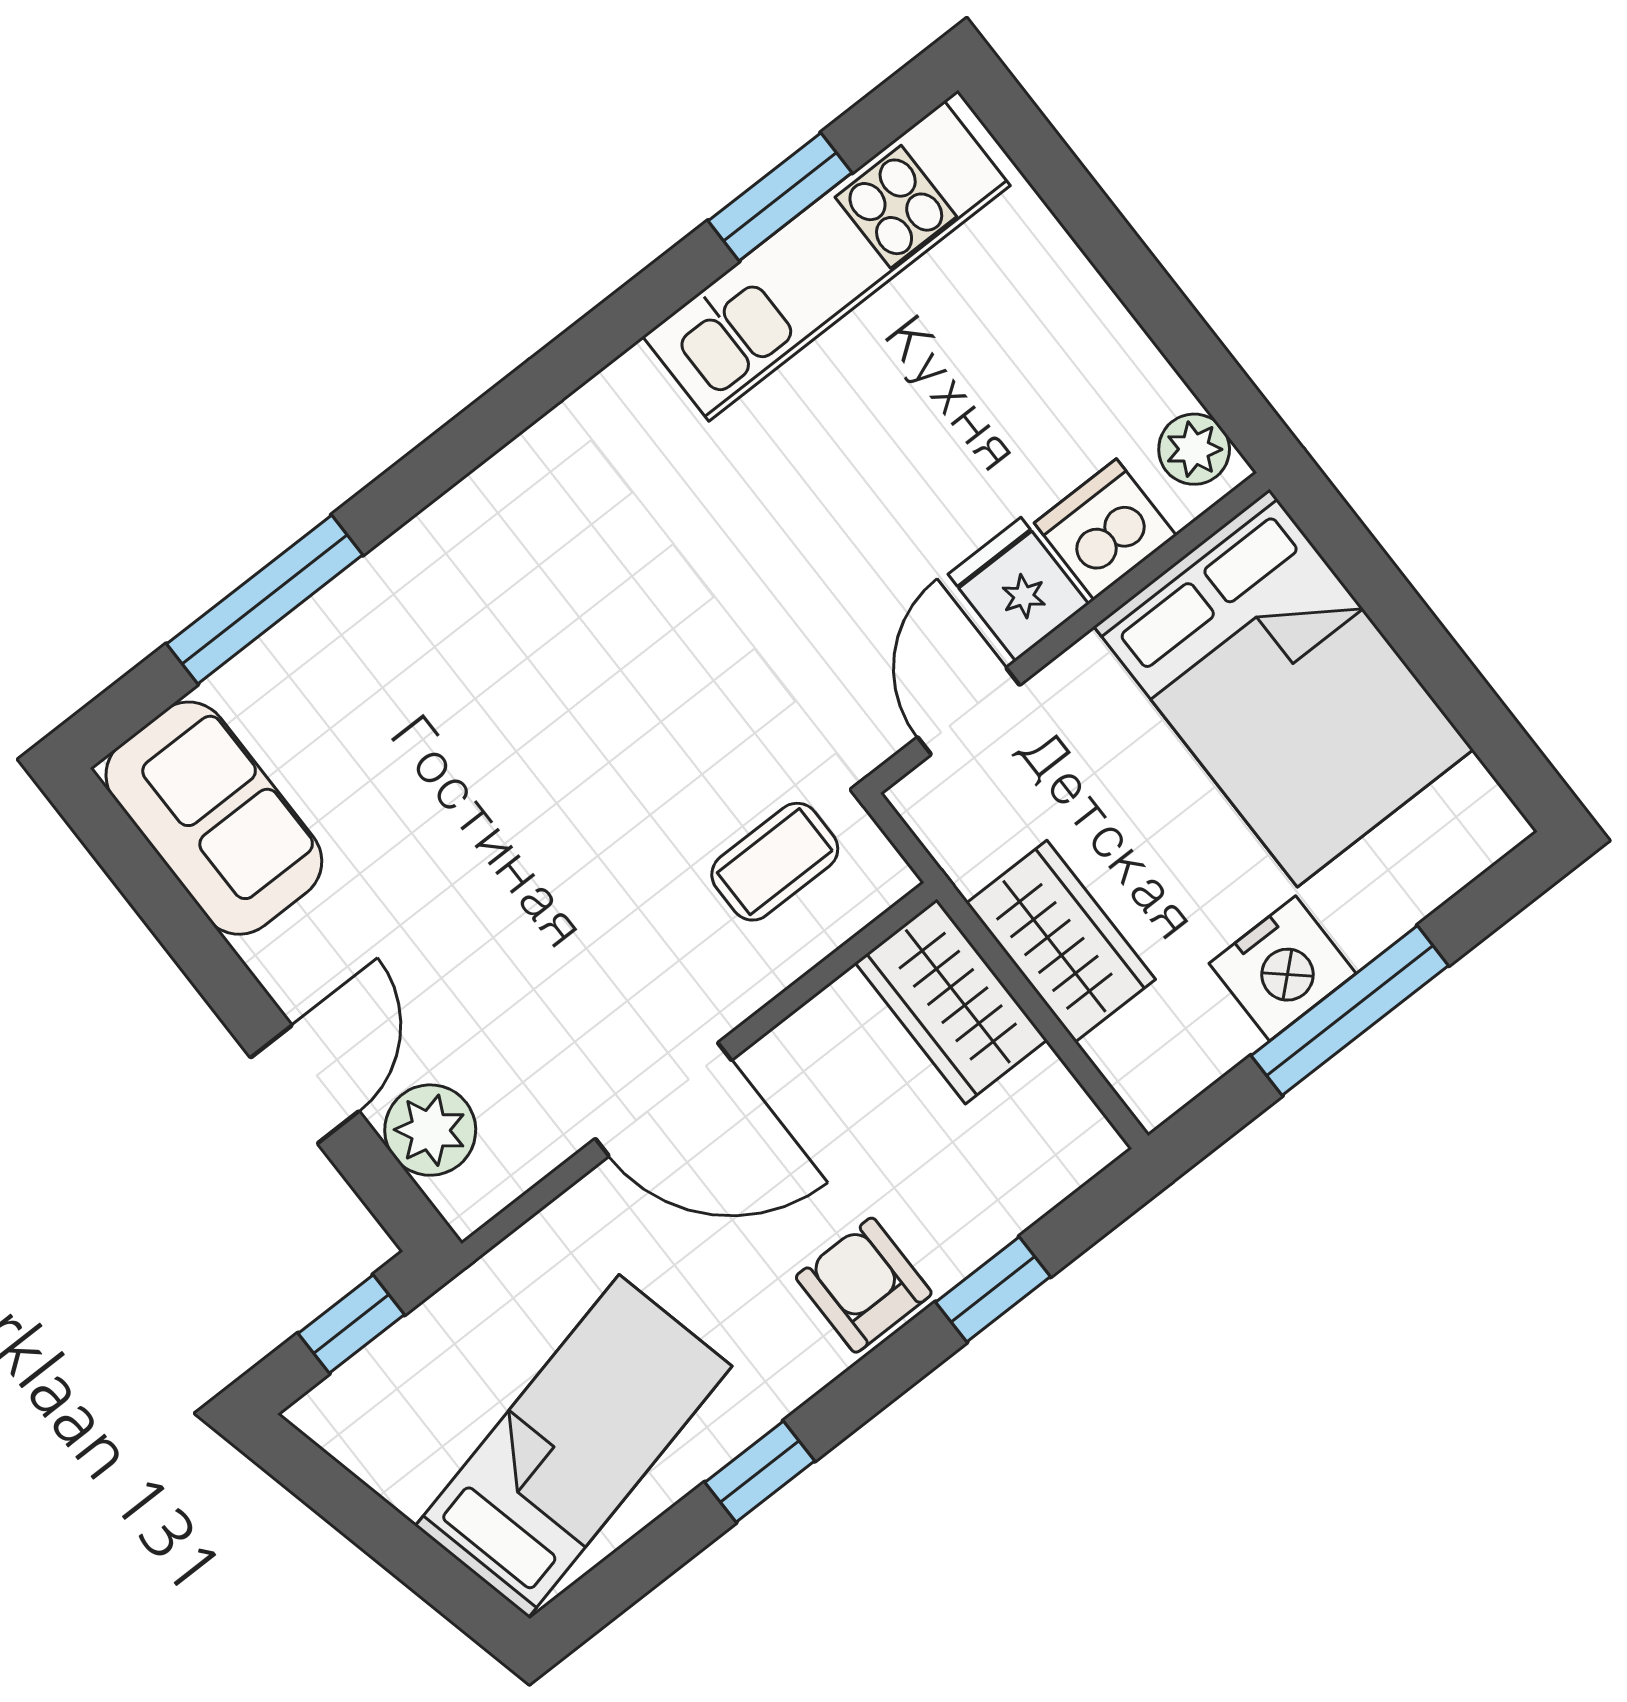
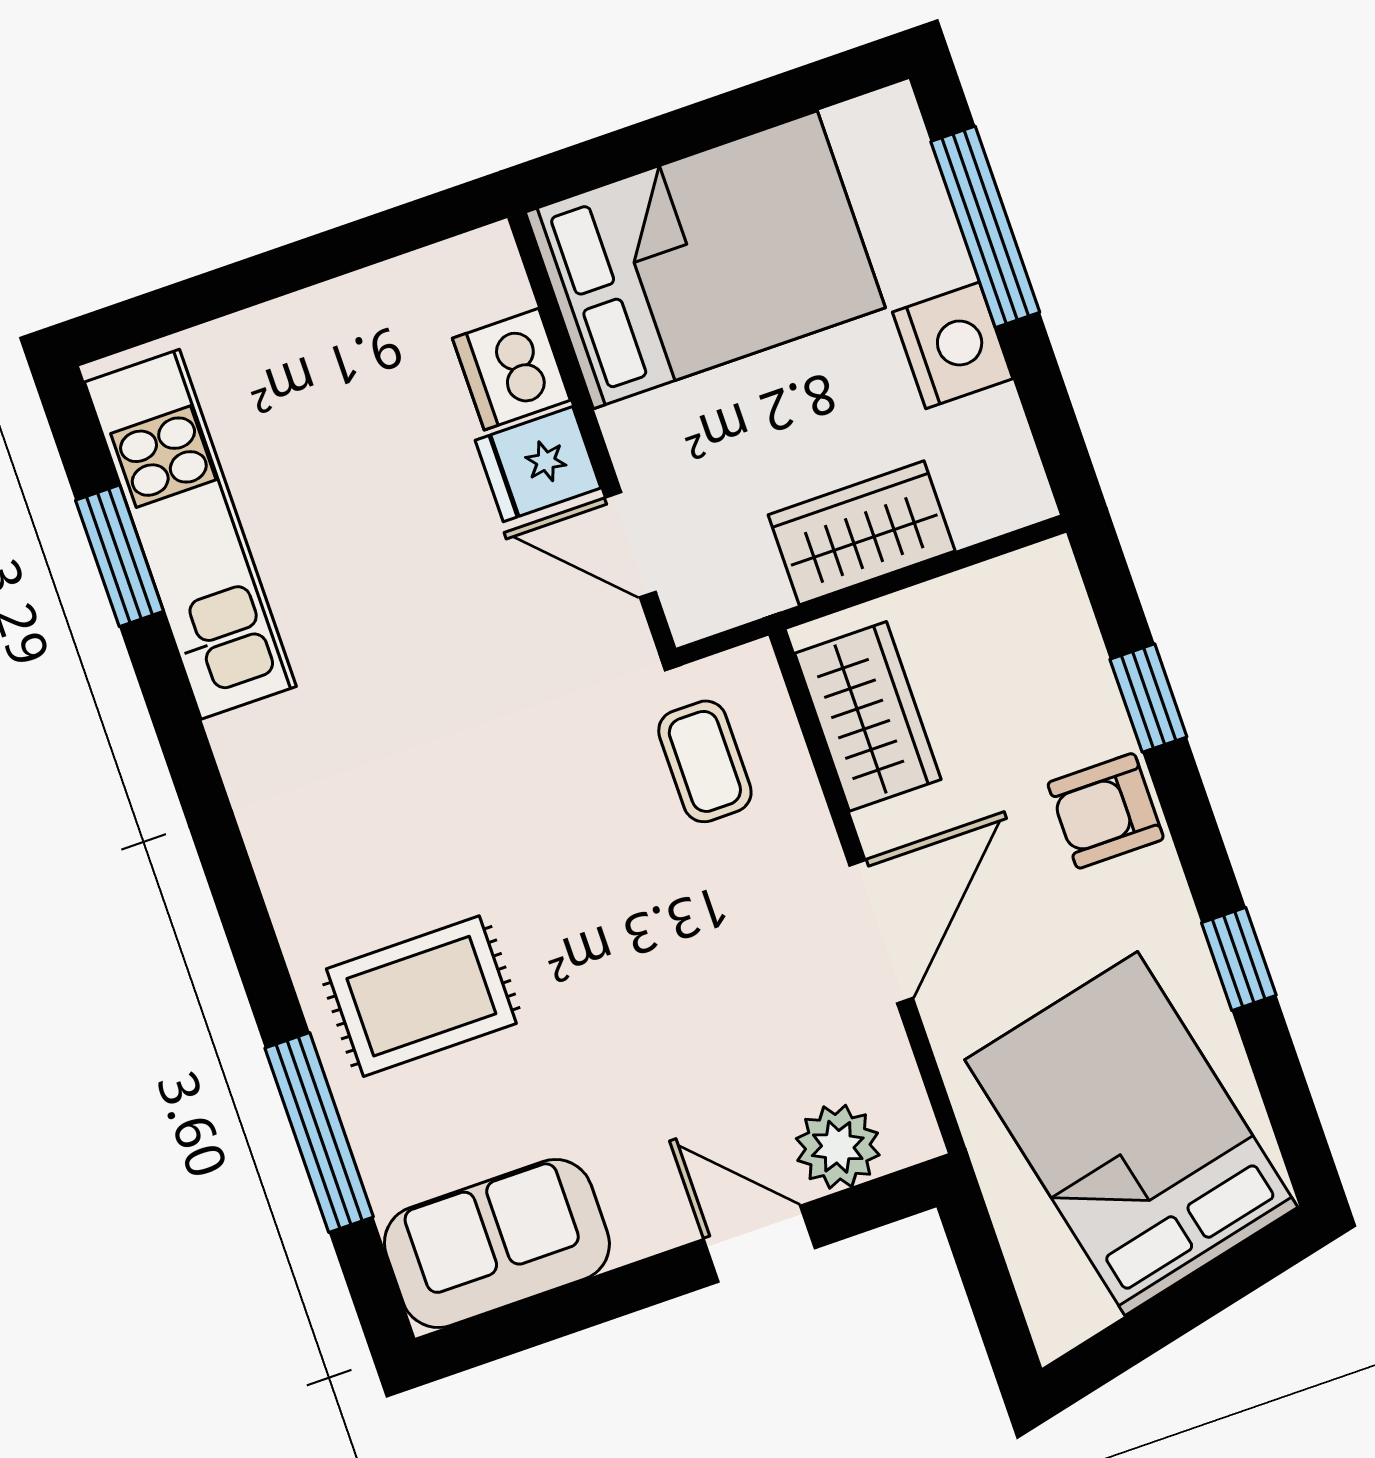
plant: (1194, 449) -> (468, 267), removed
rug: (438, 656) -> (421, 996), added
wardrobe: (951, 1001) -> (868, 716), moved, turned -90
window: (1350, 1011) -> (985, 227), moved
window: (351, 1324) -> (985, 1275), removed
bed: (574, 1446) -> (1131, 1134), width x1.50

